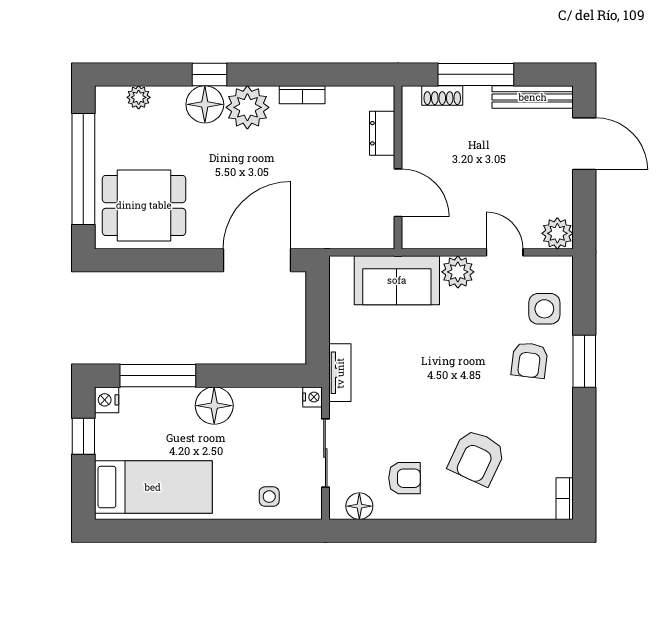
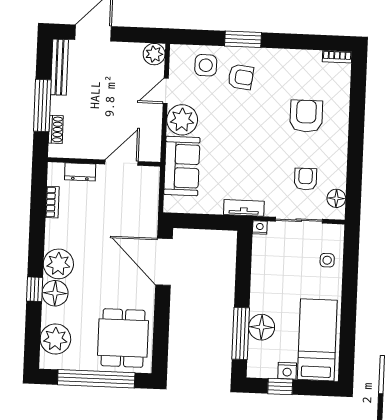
bookcase: (302, 95) -> (52, 202), moved
plant: (139, 97) -> (55, 339), width x1.87, depth x1.87
plant: (458, 272) -> (182, 120), width x1.36, depth x1.36
nightstand: (107, 400) -> (287, 371), moved
floor lamp: (214, 406) -> (262, 327), moved
armchair: (477, 458) -> (306, 116), turned -115
armchair: (405, 478) -> (305, 179), moved

